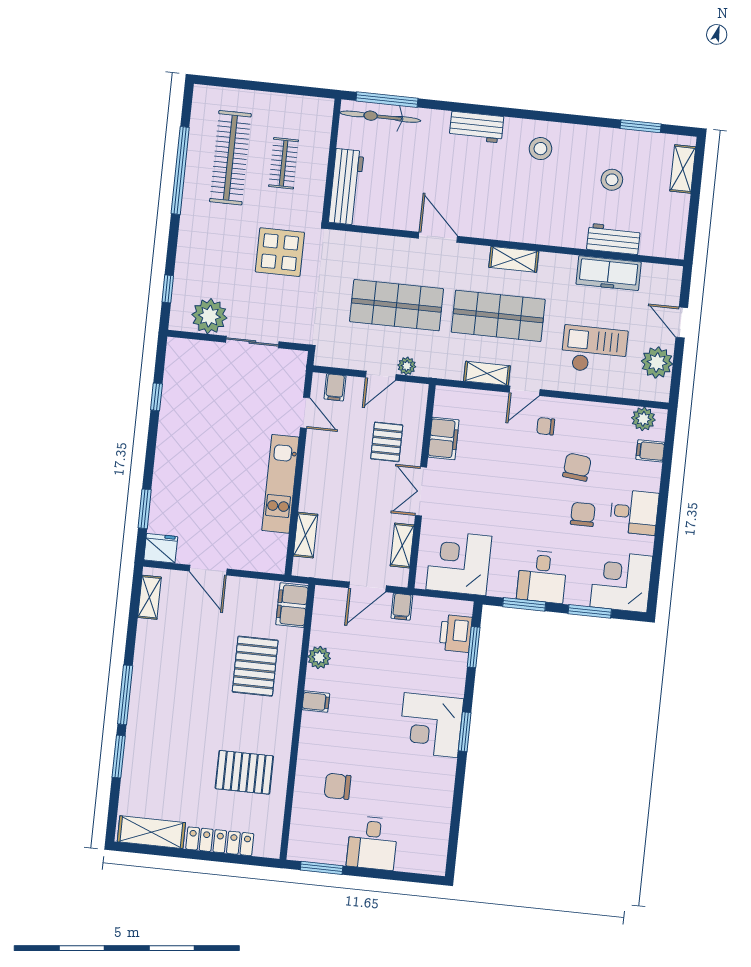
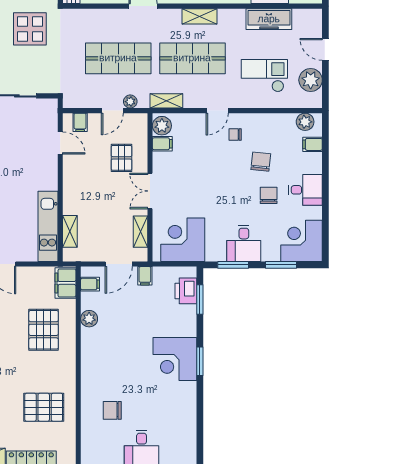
shelving: (487, 373) -> (166, 101), moved
plant: (447, 404) -> (162, 126), added
filing cabinet: (444, 438) -> (162, 144), width x0.50
kitchen unit: (280, 484) -> (48, 226), moved
filing cabinet: (316, 702) -> (90, 284), moved

